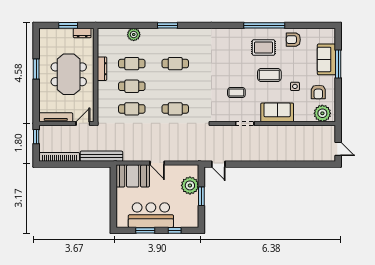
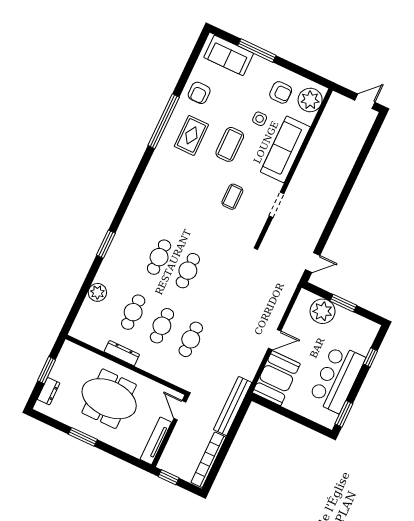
dresser: (82, 33) -> (49, 391), moved
sofa: (326, 59) -> (229, 55), moved
cafe table: (175, 109) -> (188, 271), moved
sofa: (277, 112) -> (285, 149), width x1.36
window: (145, 230) -> (344, 414), moved

